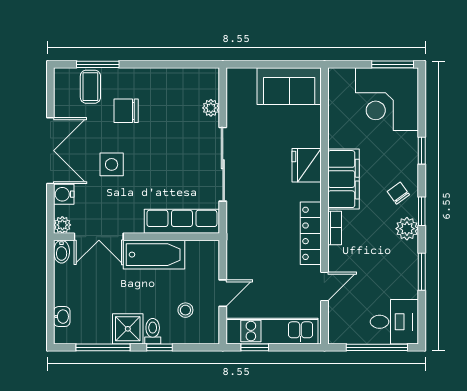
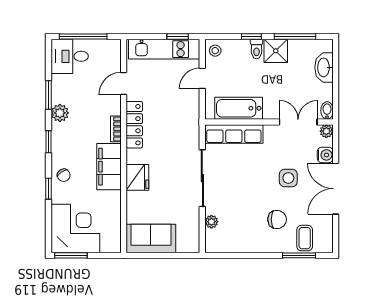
chair: (398, 193) -> (64, 175), moved
plant: (407, 229) -> (60, 113), moved
bathtub: (154, 255) -> (239, 108), moved
stool: (185, 310) -> (215, 51), moved
washbasin: (62, 317) -> (324, 67), width x1.91, depth x1.45

